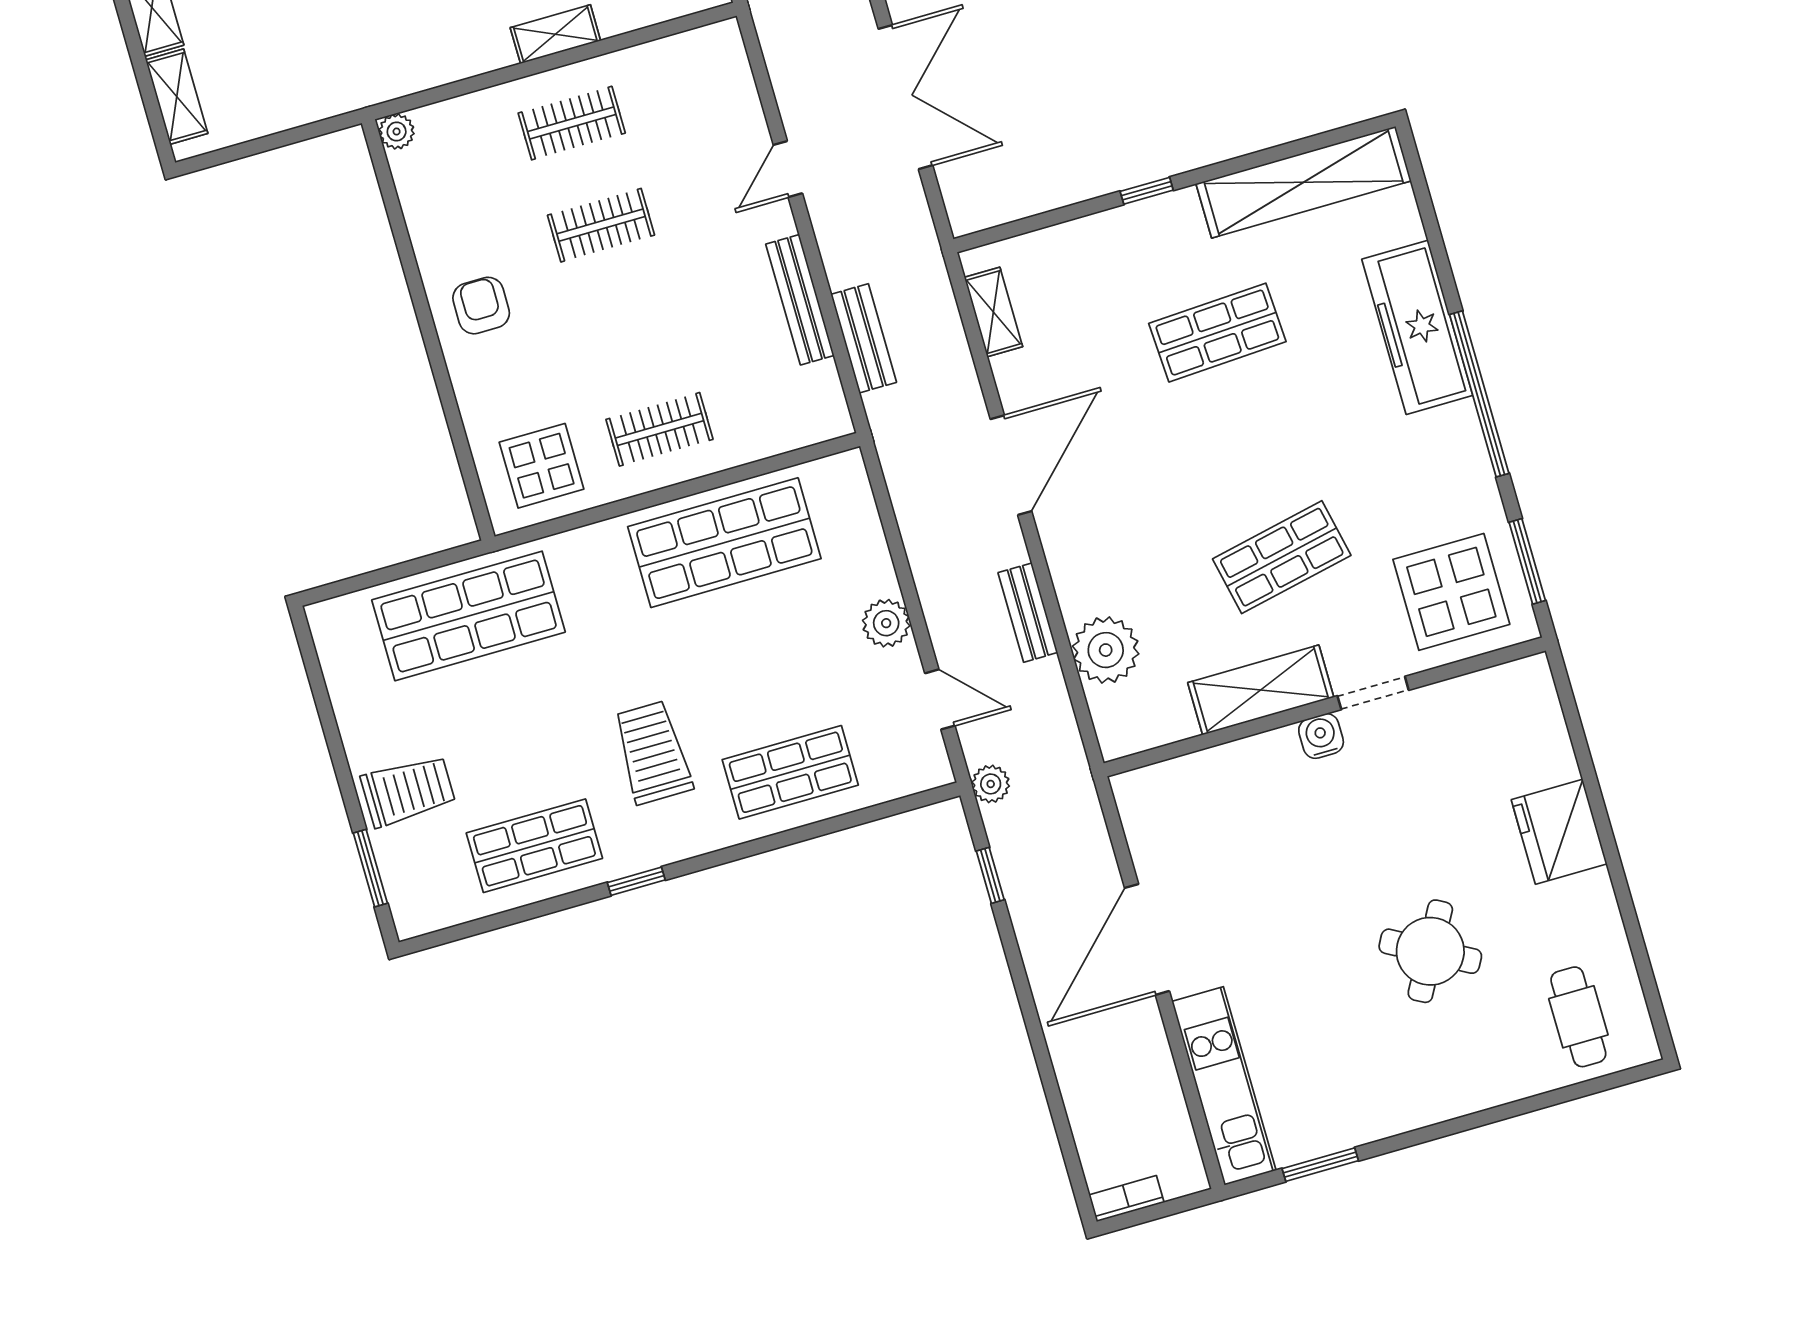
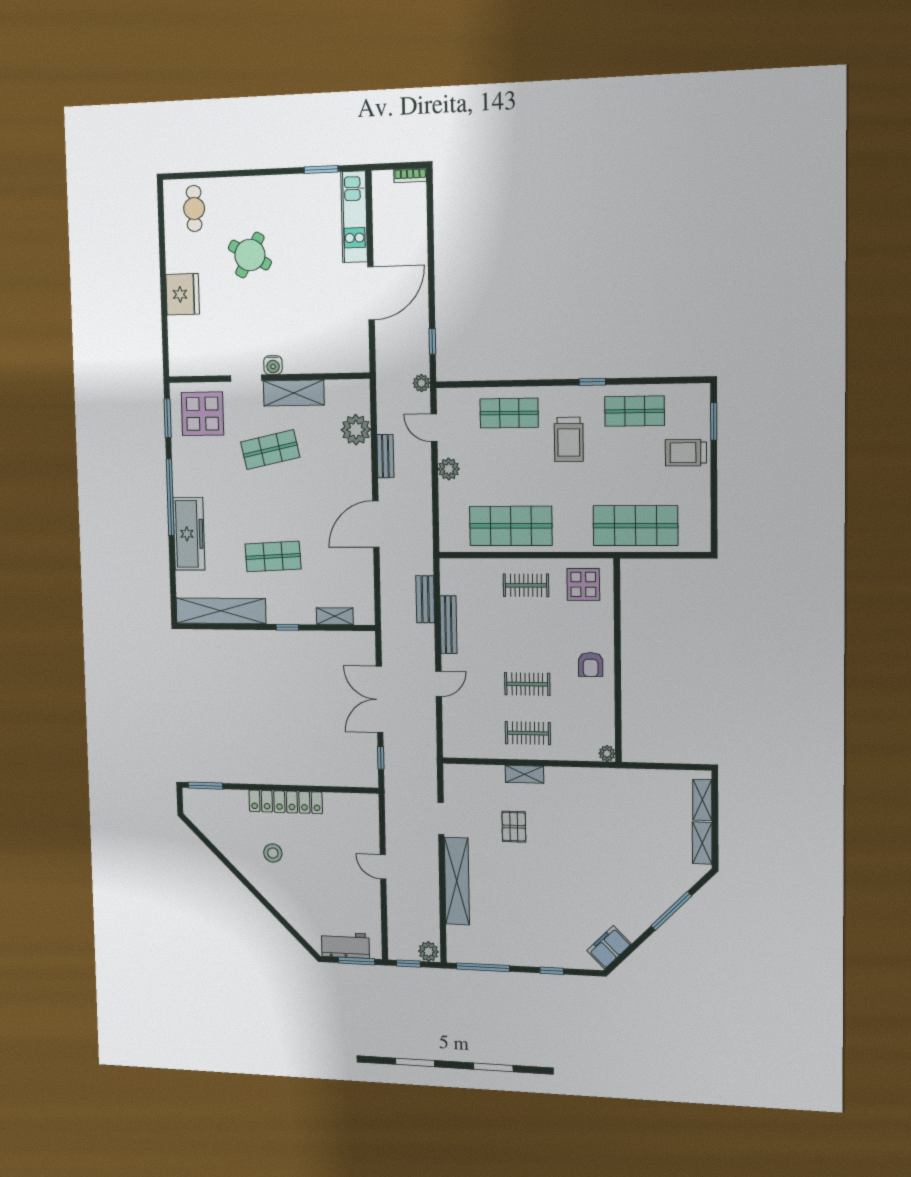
shelving: (993, 312) -> (335, 616), moved, turned 90

